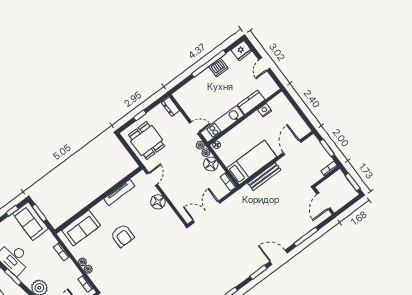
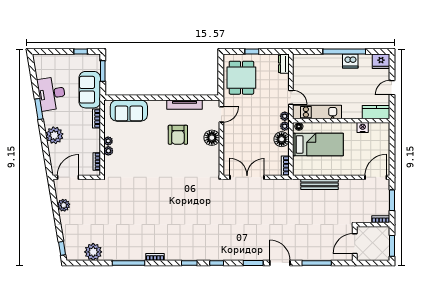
kitchen counter: (251, 102) -> (376, 112), moved
door: (292, 147) -> (376, 177), moved
bed: (252, 162) -> (318, 144), moved
sofa: (30, 221) -> (90, 90), moved
armchair: (122, 236) -> (178, 135), moved

